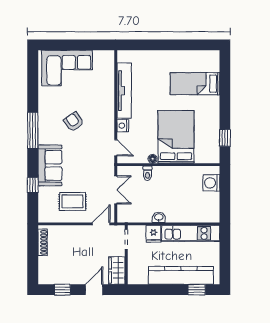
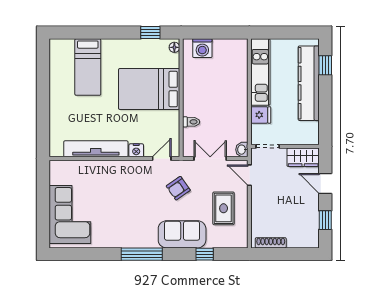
armchair: (74, 122) -> (178, 188), moved
floor lamp: (153, 159) -> (174, 47), moved
washbasin: (159, 217) -> (242, 150), moved

